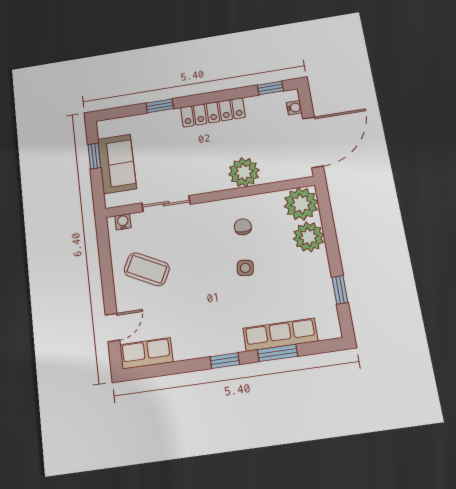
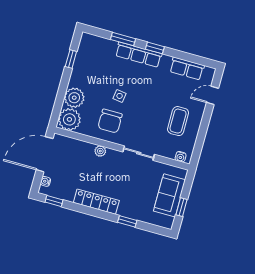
plant: (244, 172) -> (100, 151), width x0.53, depth x0.53
sliding door: (166, 204) -> (139, 153), moved
chair: (243, 227) -> (110, 121), width x1.87, depth x1.87
coffee table: (147, 269) -> (178, 121), turned 63
row of seats: (280, 335) -> (139, 55), moved
row of seats: (146, 353) -> (187, 69), moved

